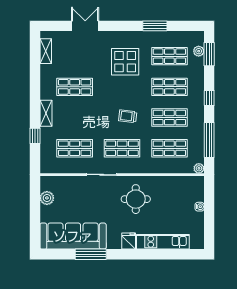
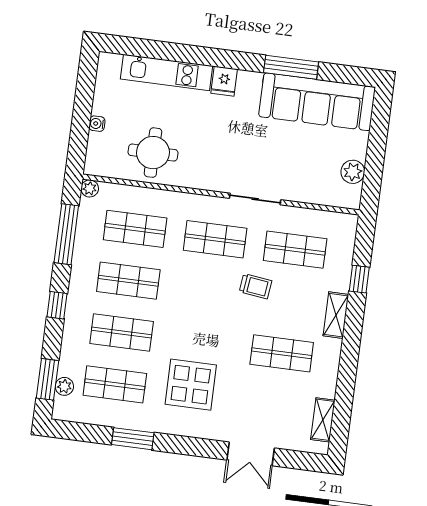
trolley: (128, 116) -> (255, 286), moved
round table: (136, 199) -> (153, 153), moved

